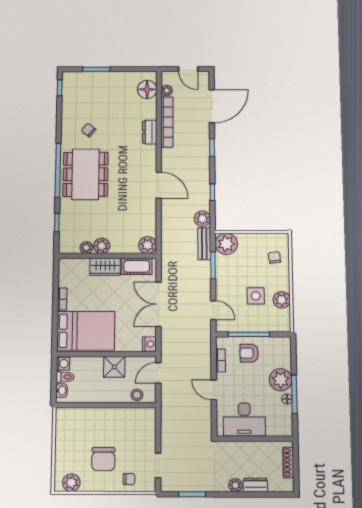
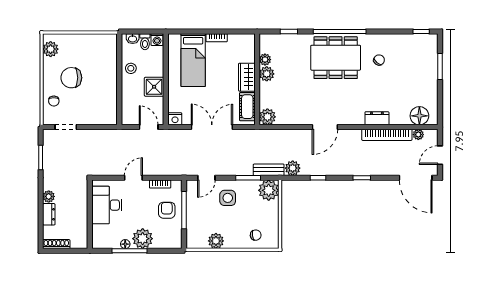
door: (212, 106) -> (416, 178), moved
side table: (256, 296) -> (228, 198), moved
bed: (86, 331) -> (193, 60), width x0.67
stool: (137, 395) -> (131, 68), moved
shoe rack: (288, 462) -> (56, 244), moved

